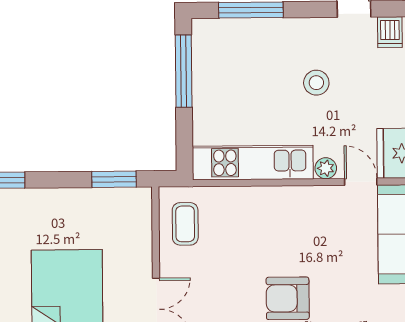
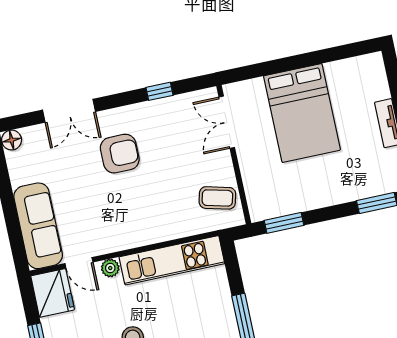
coffee table: (185, 224) -> (217, 198), turned -76

